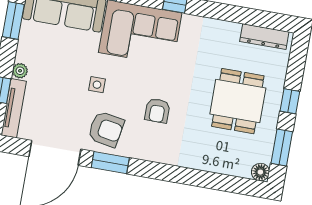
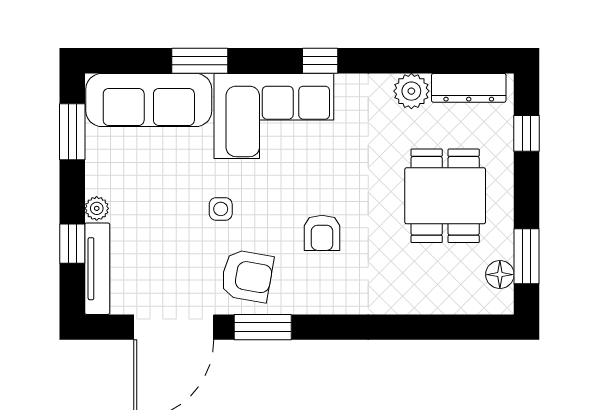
plant: (228, 32) -> (411, 91), added
window: (290, 101) -> (526, 133), moved
floor lamp: (260, 172) -> (500, 275), moved

